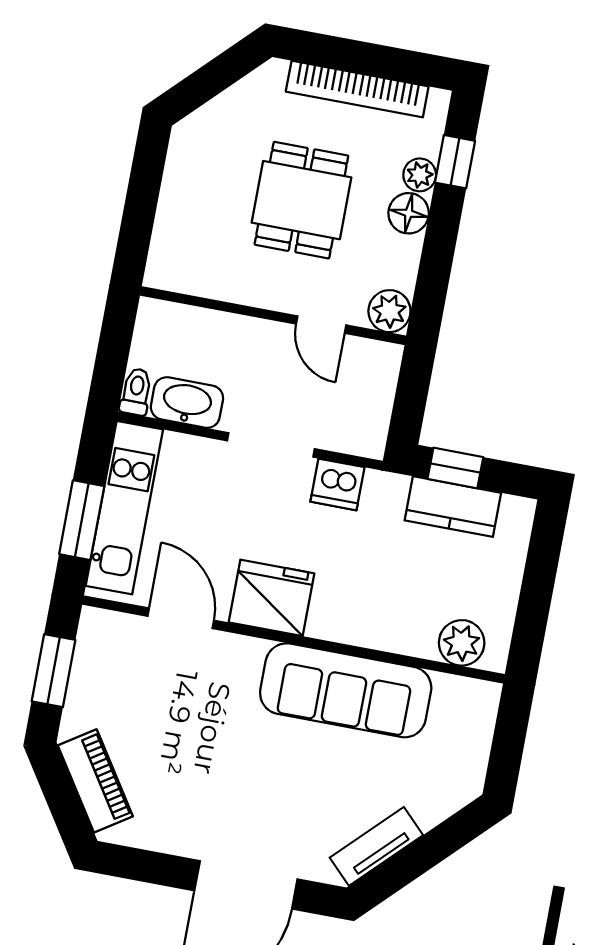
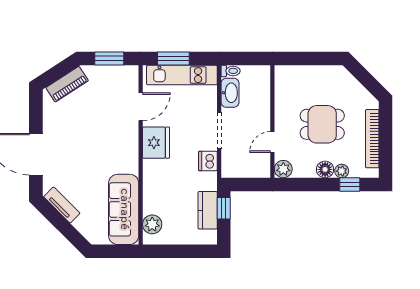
sofa: (346, 690) -> (124, 209), moved

